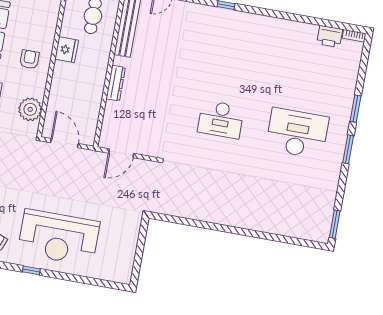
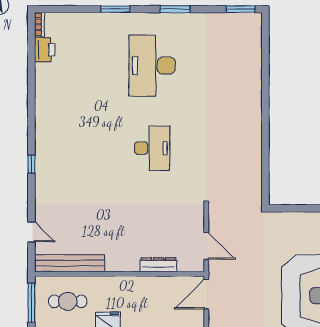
dresser: (116, 83) -> (159, 265), moved
door: (64, 143) -> (206, 294), moved
window: (348, 149) -> (175, 9), moved

